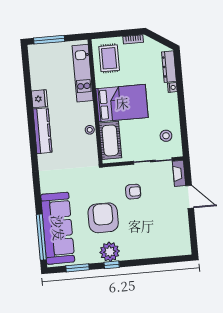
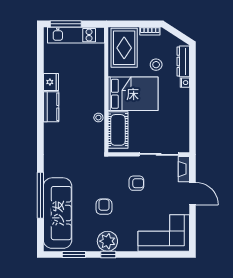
rug: (109, 58) -> (124, 48), width x1.36, depth x1.43
kitchen unit: (83, 73) -> (76, 35), moved, turned -90
kitchen counter: (42, 131) -> (51, 107), width x0.67
stool: (166, 136) -> (156, 65), moved
armchair: (103, 218) -> (104, 207), width x0.53, depth x0.53
window: (41, 237) -> (40, 195), moved
corner sofa: (165, 239) -> (164, 233), added

